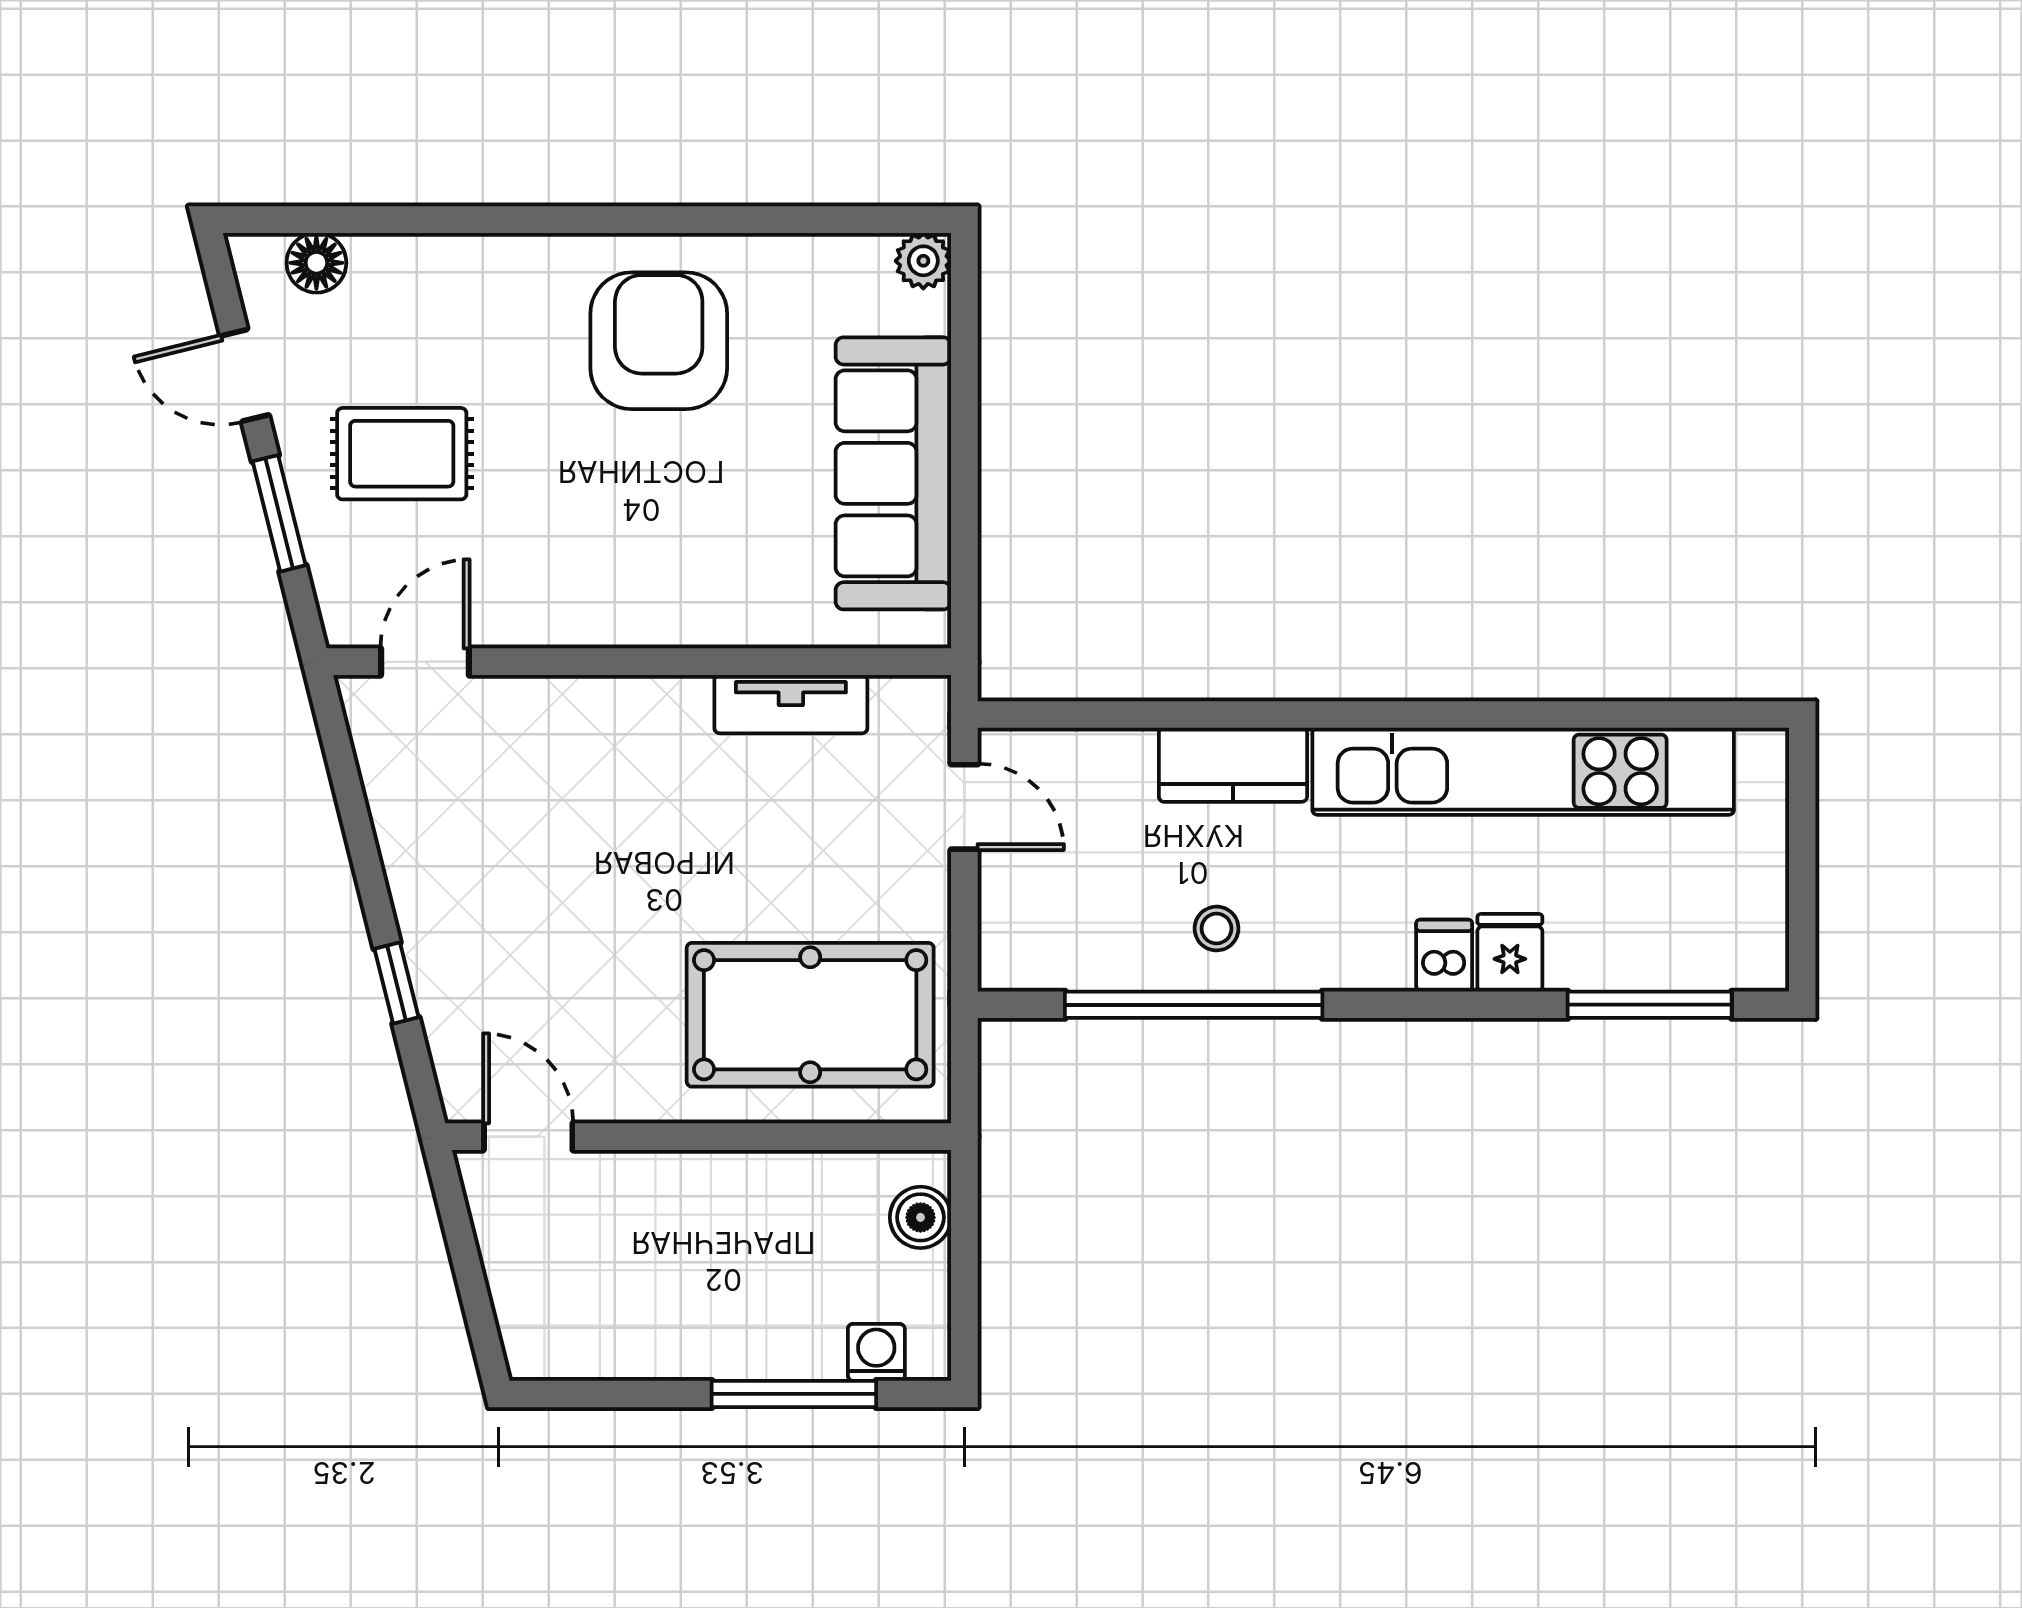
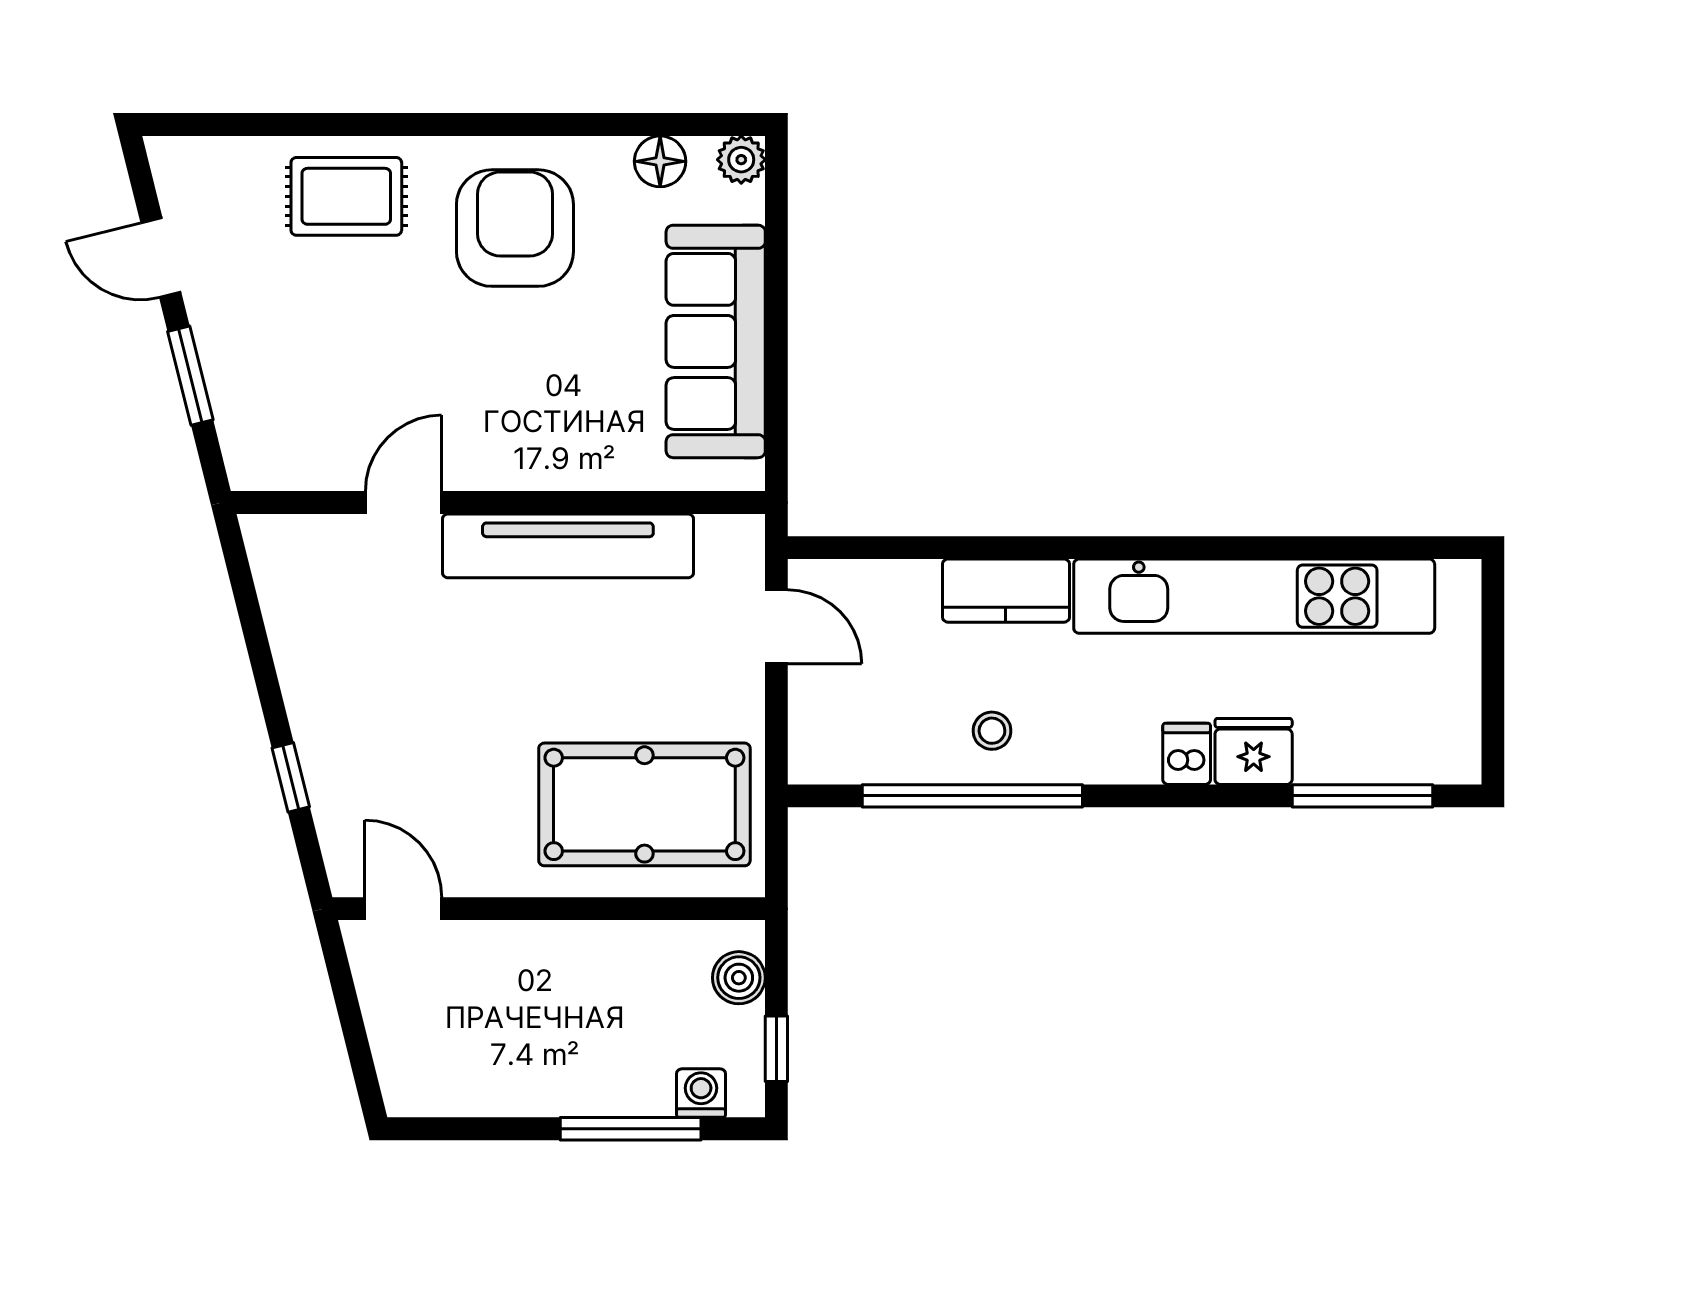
floor lamp: (316, 263) -> (660, 161), moved
rug: (402, 454) -> (346, 196), moved
door: (425, 662) -> (404, 503), moved
tv unit: (791, 704) -> (568, 546), width x1.92, depth x1.29
fridge: (1510, 953) -> (1254, 751), width x1.38
window: (964, 1300) -> (776, 1049), added

